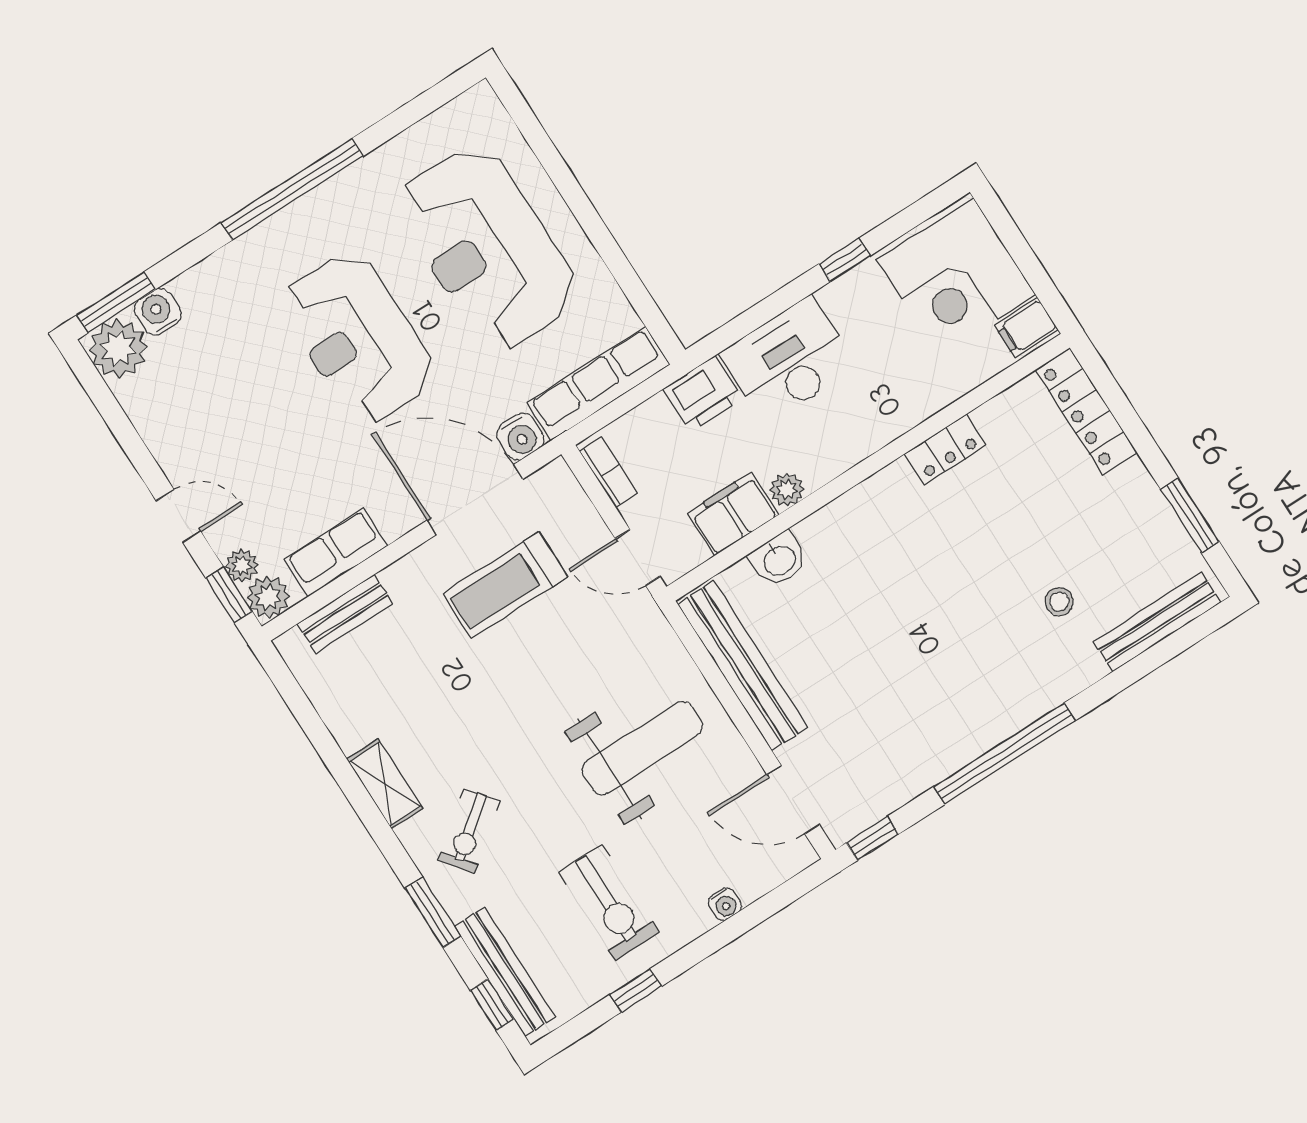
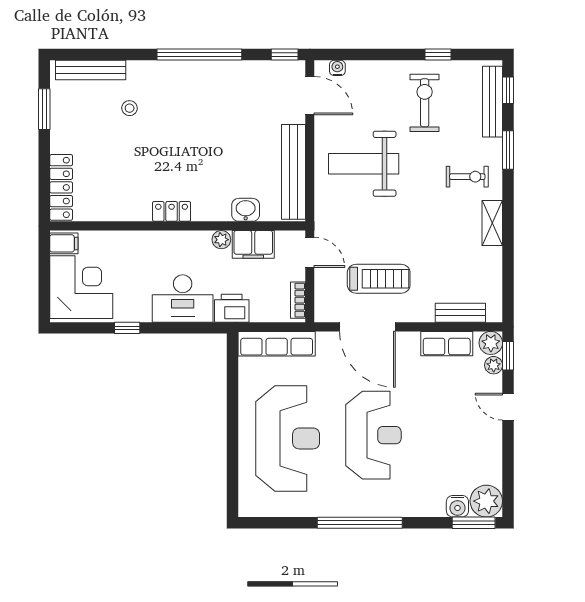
water cooler: (520, 437) -> (328, 342), removed
locker: (945, 450) -> (172, 211), moved
exercise bike: (469, 831) -> (467, 177), turned 38
water cooler: (725, 904) -> (337, 68), moved

